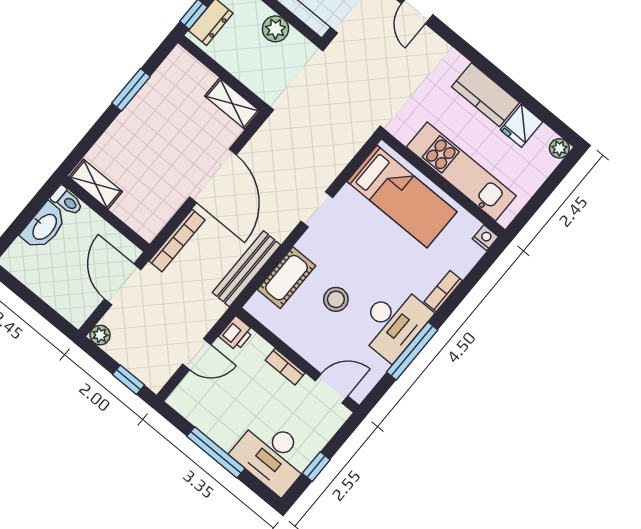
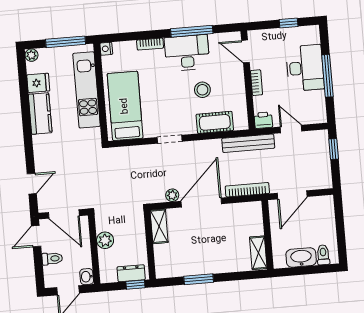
window: (537, 200) -> (66, 42), added
toilet: (67, 201) -> (323, 255), moved
bench: (246, 269) -> (248, 143), moved
plant: (100, 335) -> (172, 195), moved
desk: (272, 455) -> (305, 68), moved

